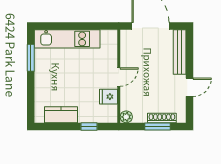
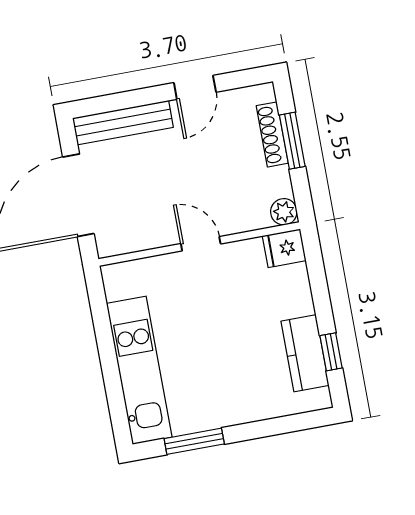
door: (189, 87) -> (195, 87), swing flipped
fridge: (108, 97) -> (284, 248), moved, turned 90
window: (89, 127) -> (331, 352), moved

